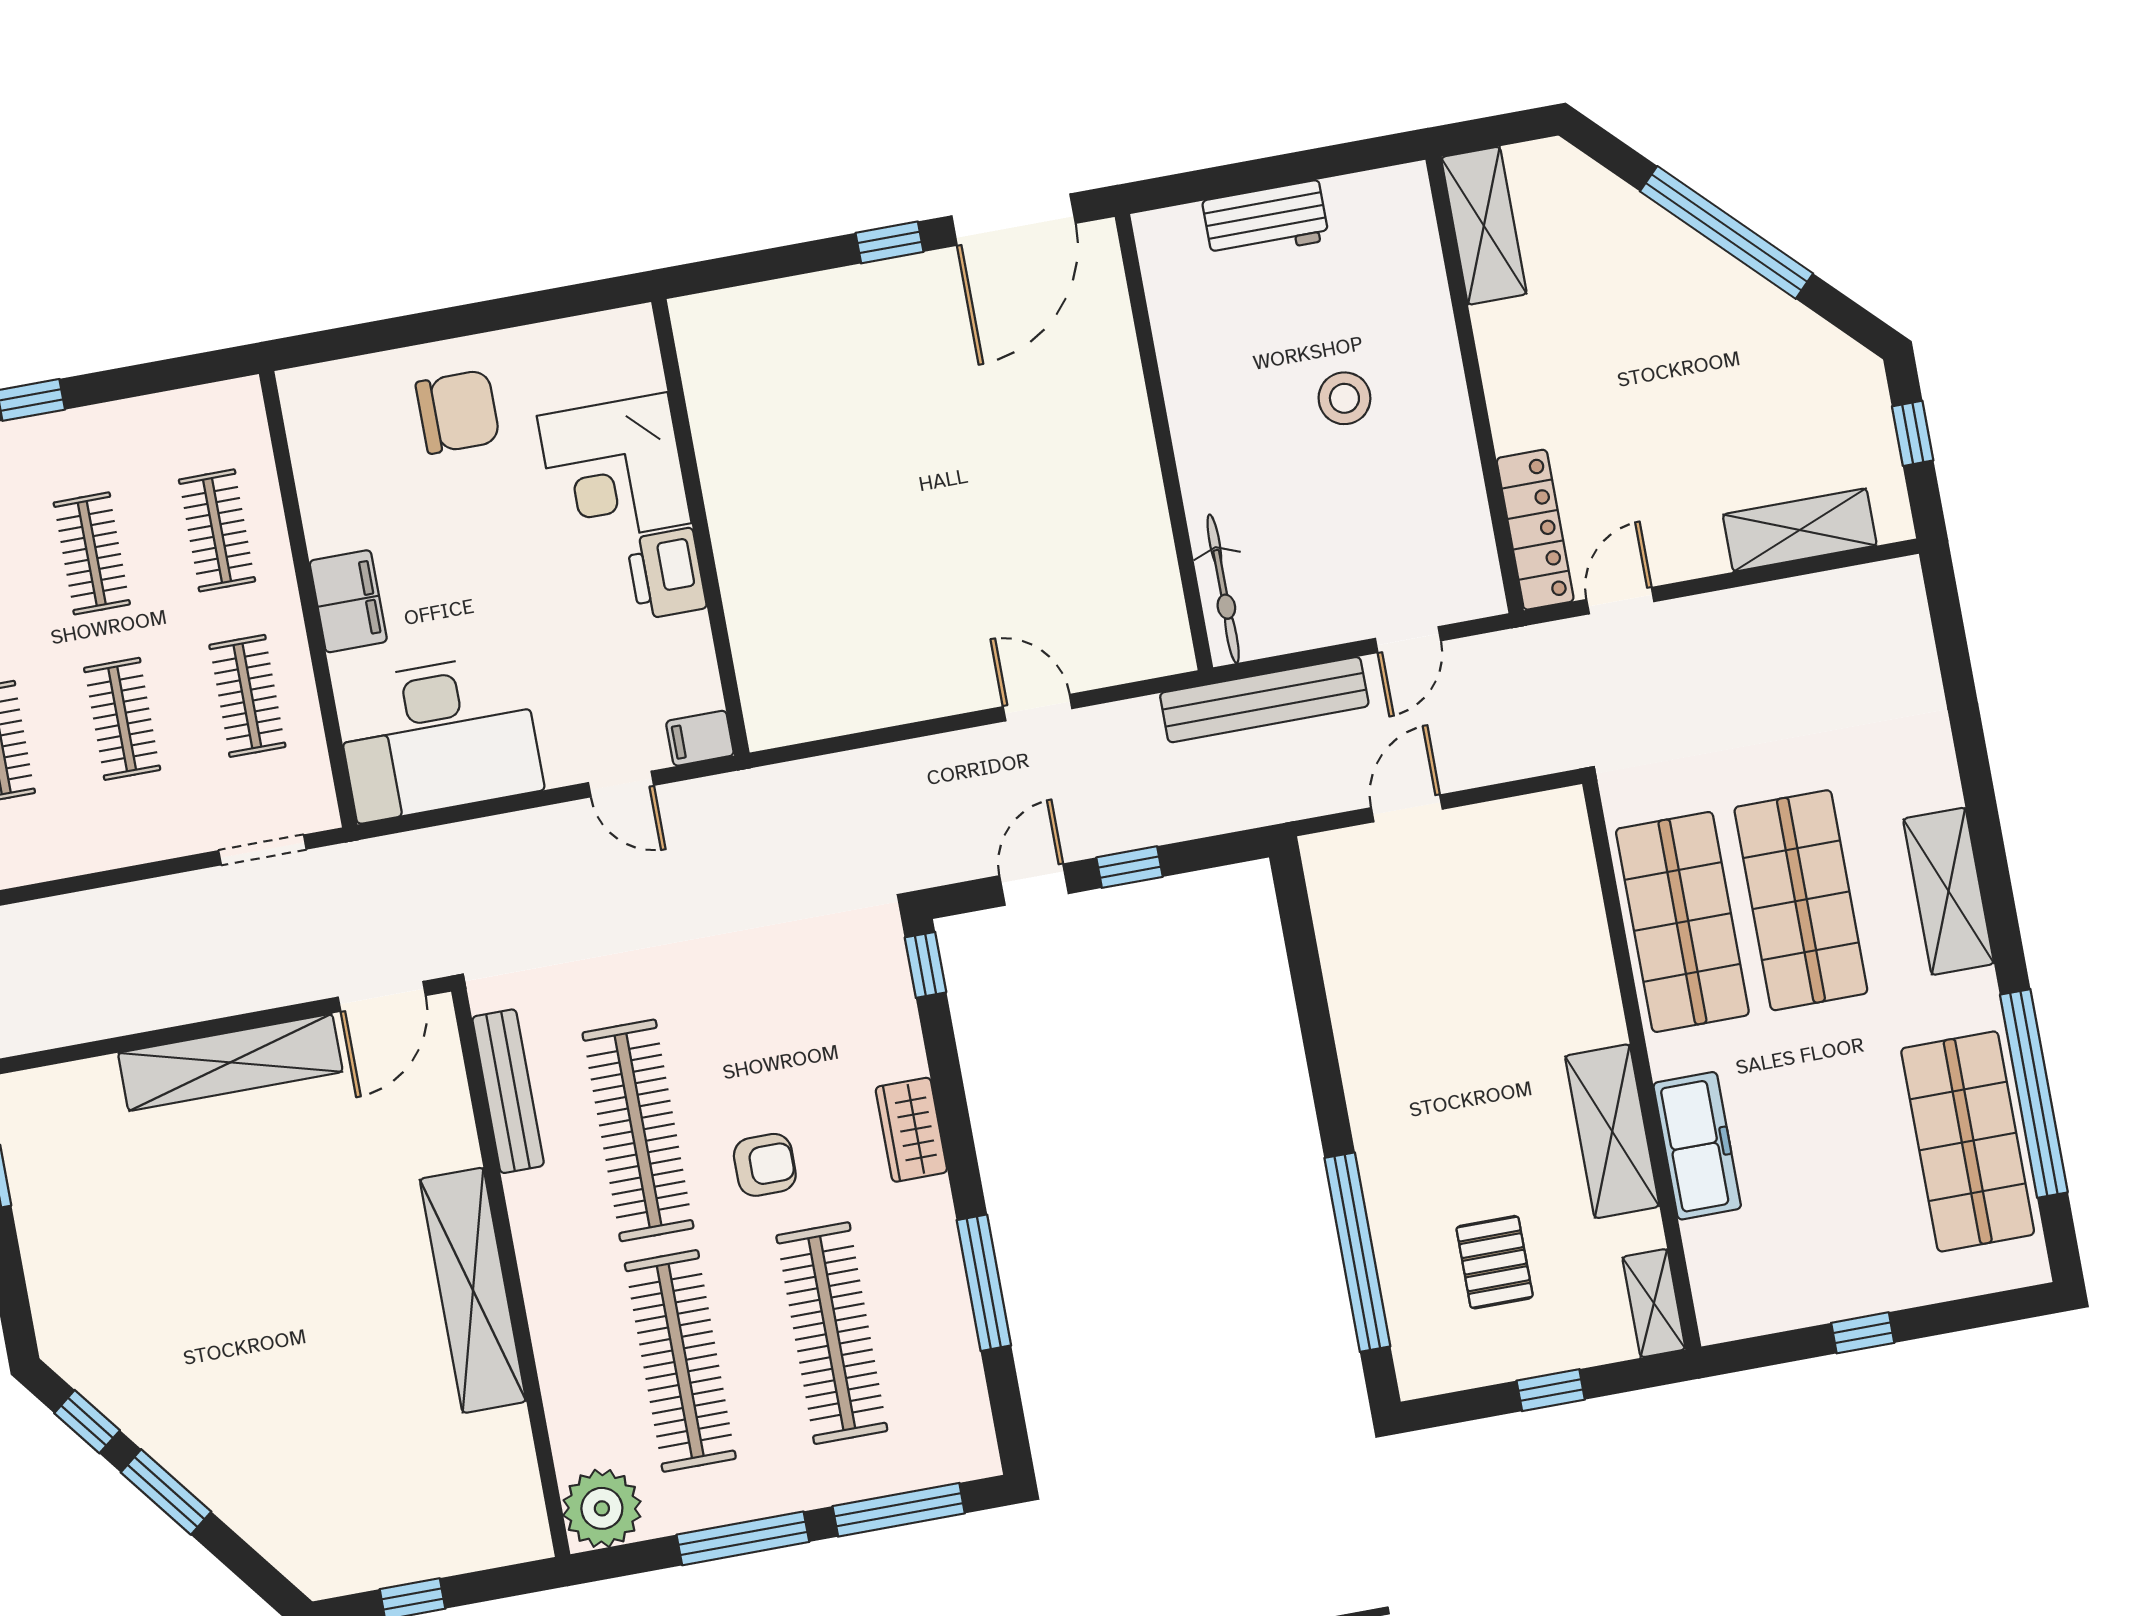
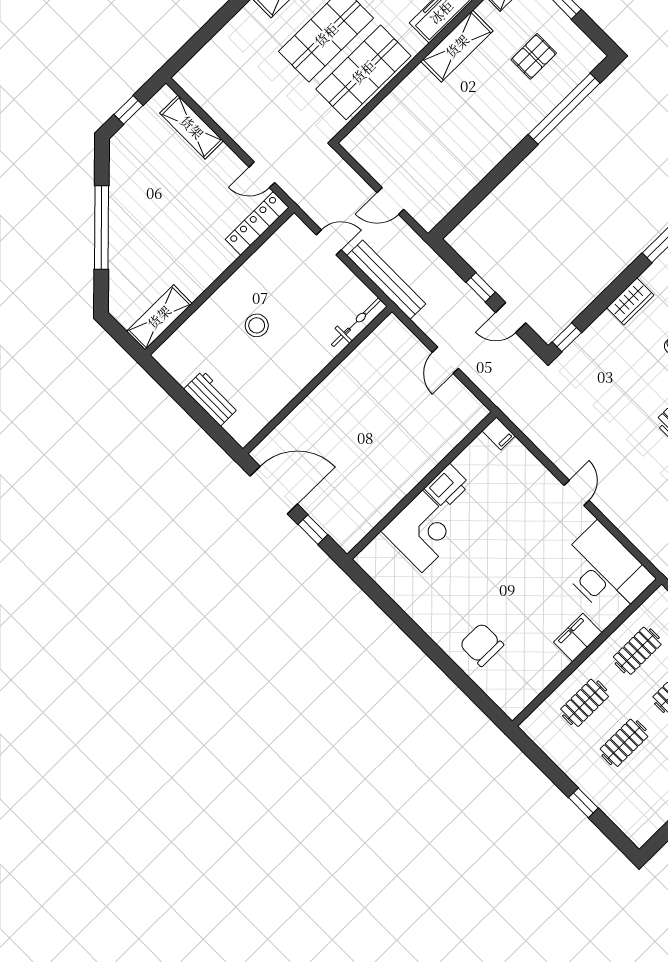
corner desk: (614, 469) -> (422, 531), moved
wall: (700, 527) -> (422, 486), moved
printer: (666, 574) -> (447, 486), moved
filing cabinet: (700, 738) -> (499, 433), moved

